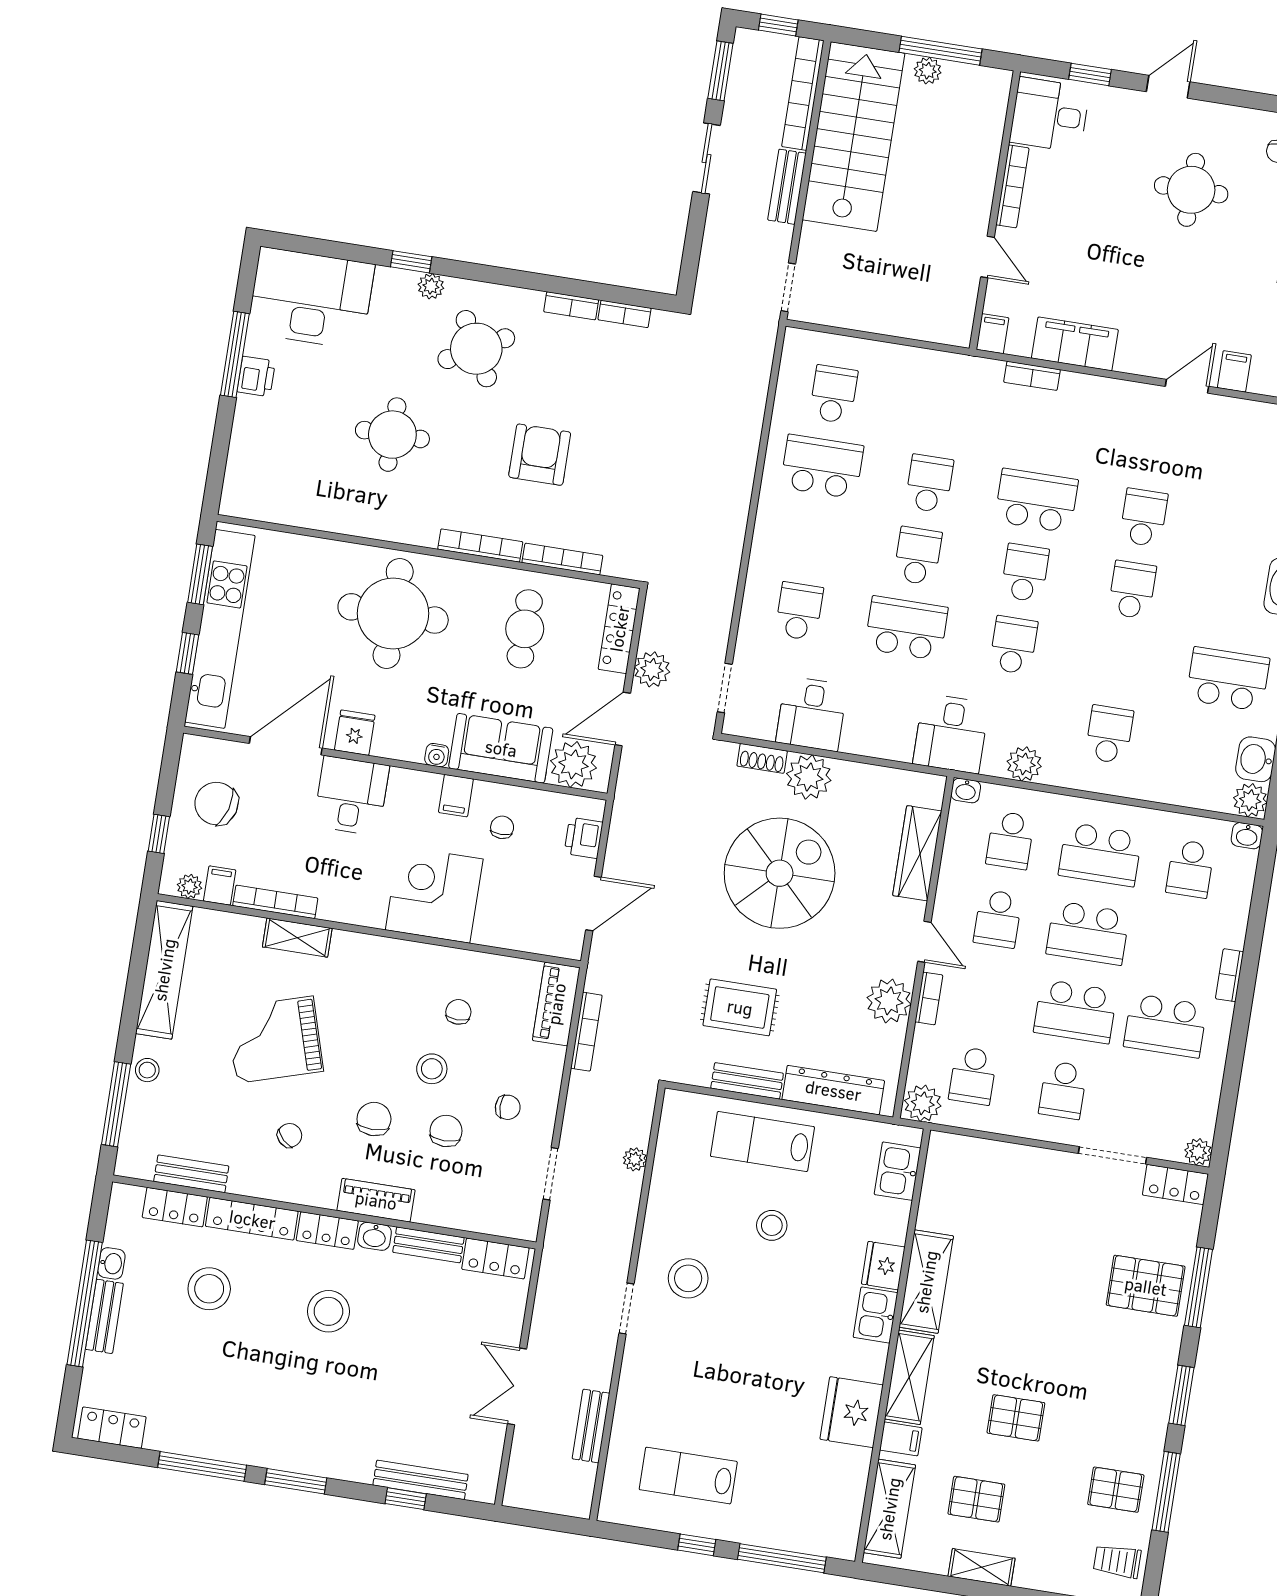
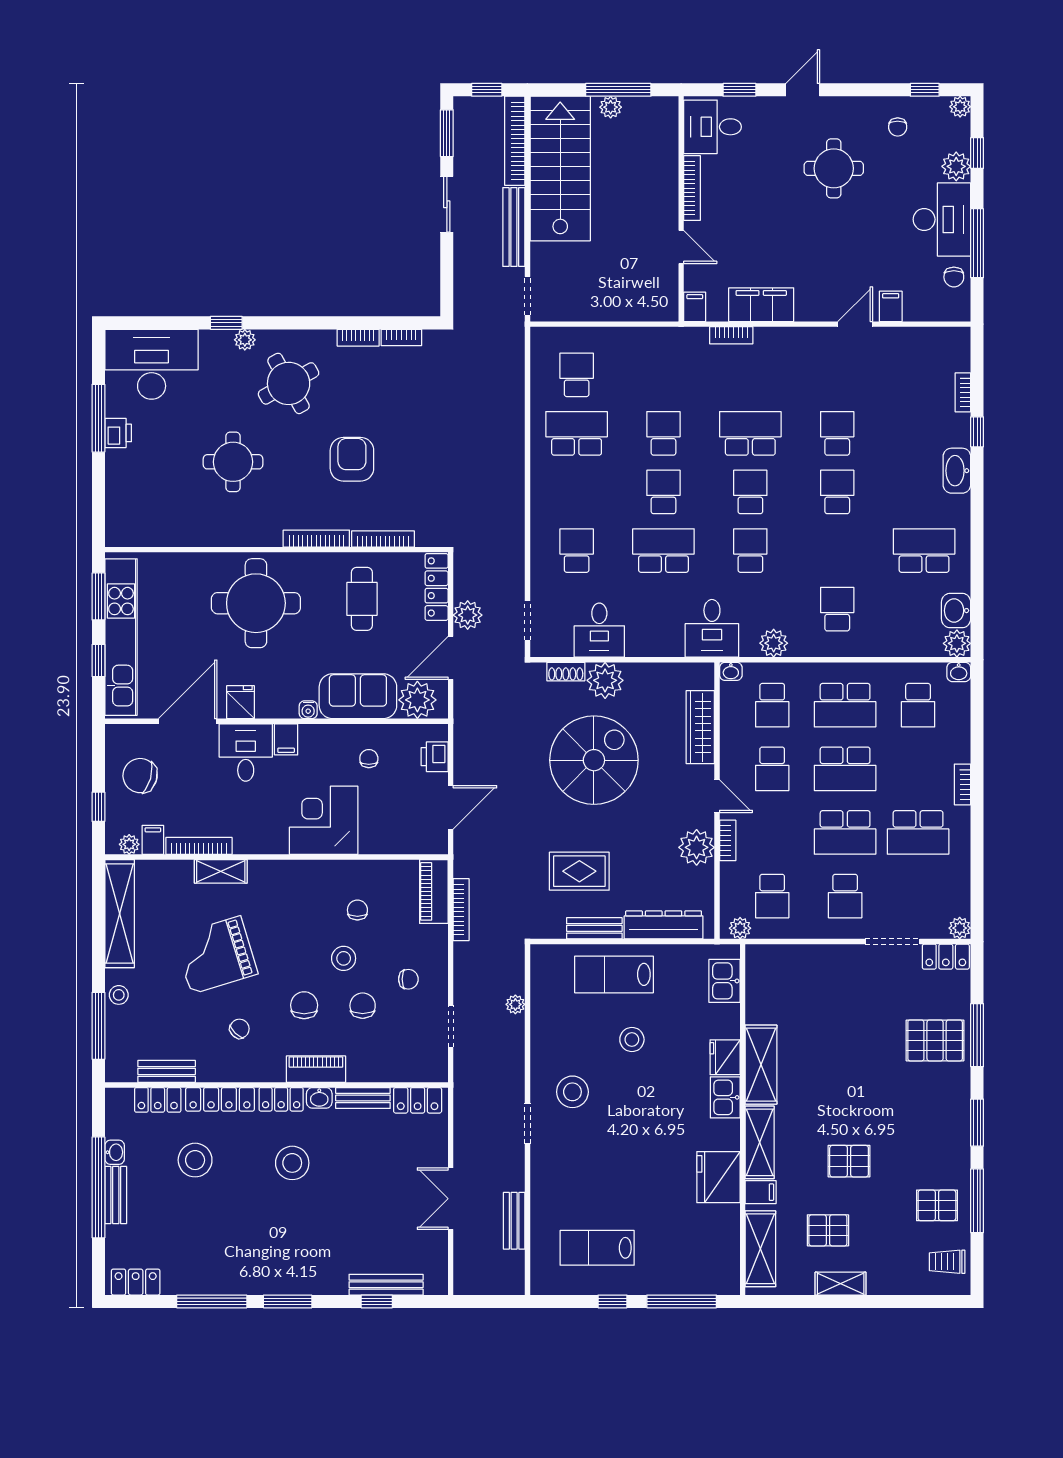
bench: (787, 187) -> (514, 227), width x1.36
filing cabinet: (456, 796) -> (286, 739), moved
plant: (923, 1103) -> (740, 928), width x0.73, depth x0.73

